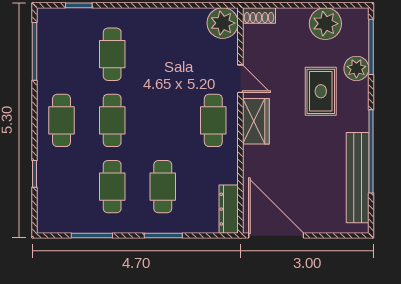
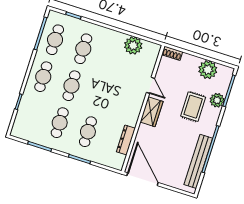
plant: (223, 23) -> (133, 46), moved
cafe table: (213, 120) -> (55, 40), moved
dresser: (229, 209) -> (126, 140), moved

